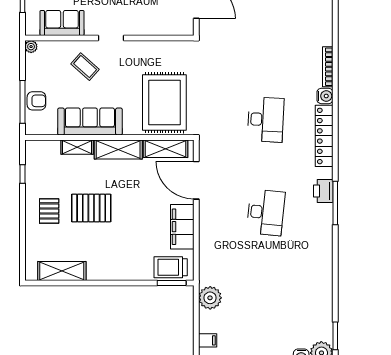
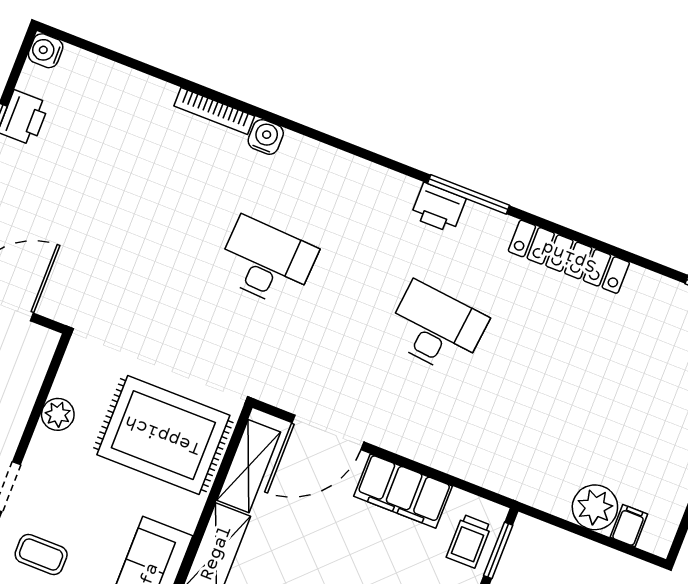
plant: (155, 49) -> (58, 414), added
coffee table: (85, 67) -> (41, 554), turned 48
locker: (324, 136) -> (569, 257), moved
trolley: (171, 267) -> (469, 541), width x0.73, depth x0.72
plant: (210, 298) -> (595, 507), moved

